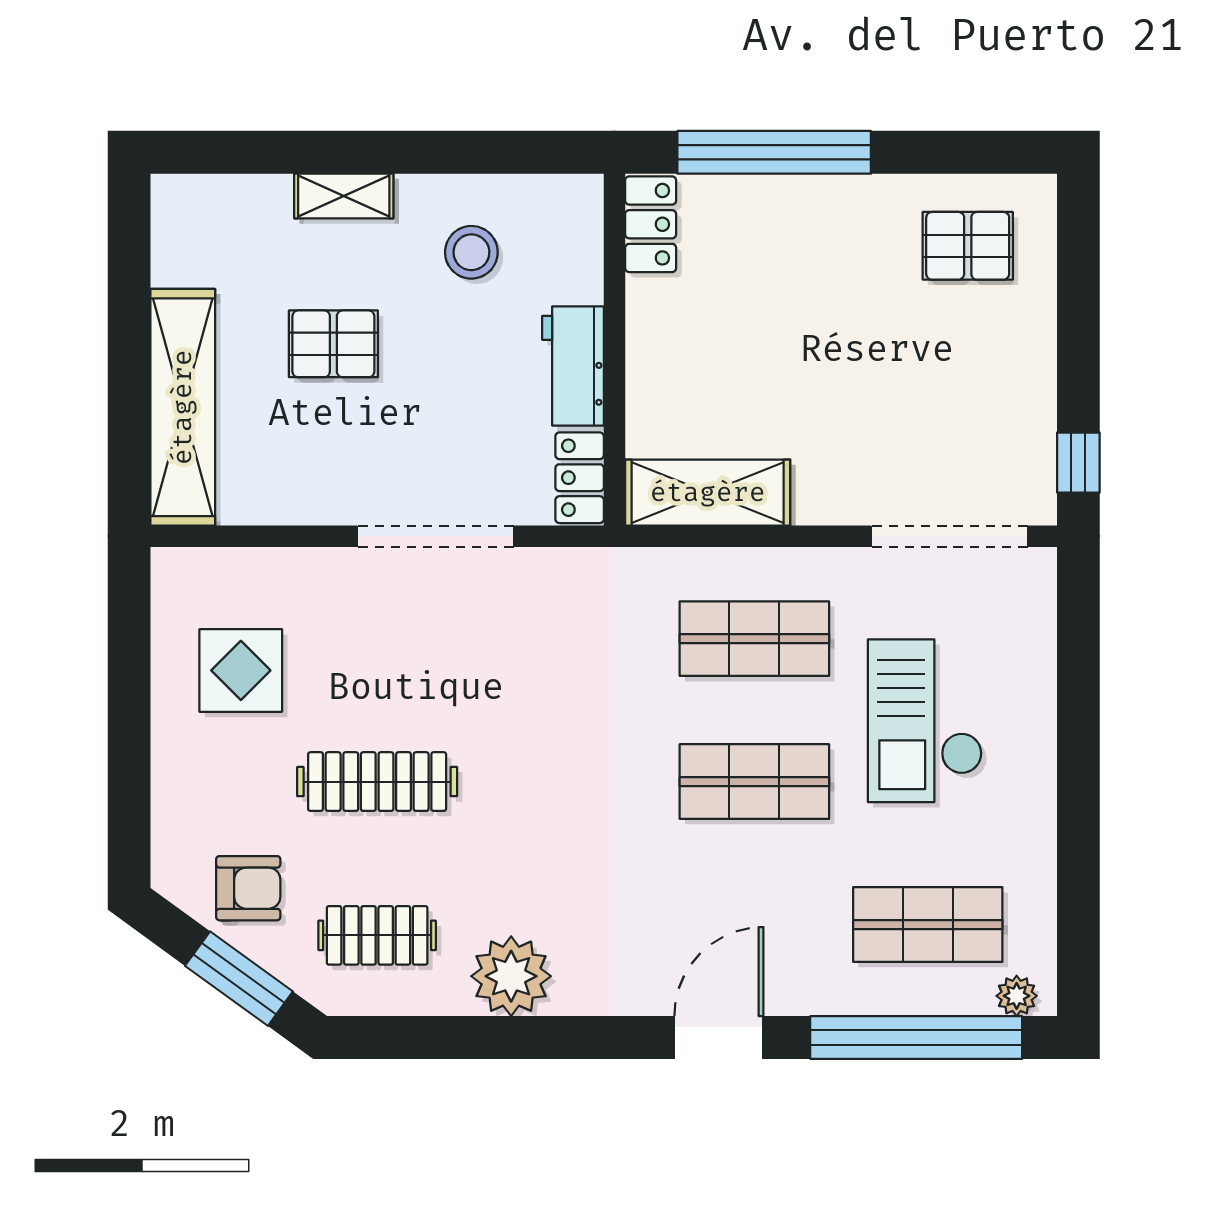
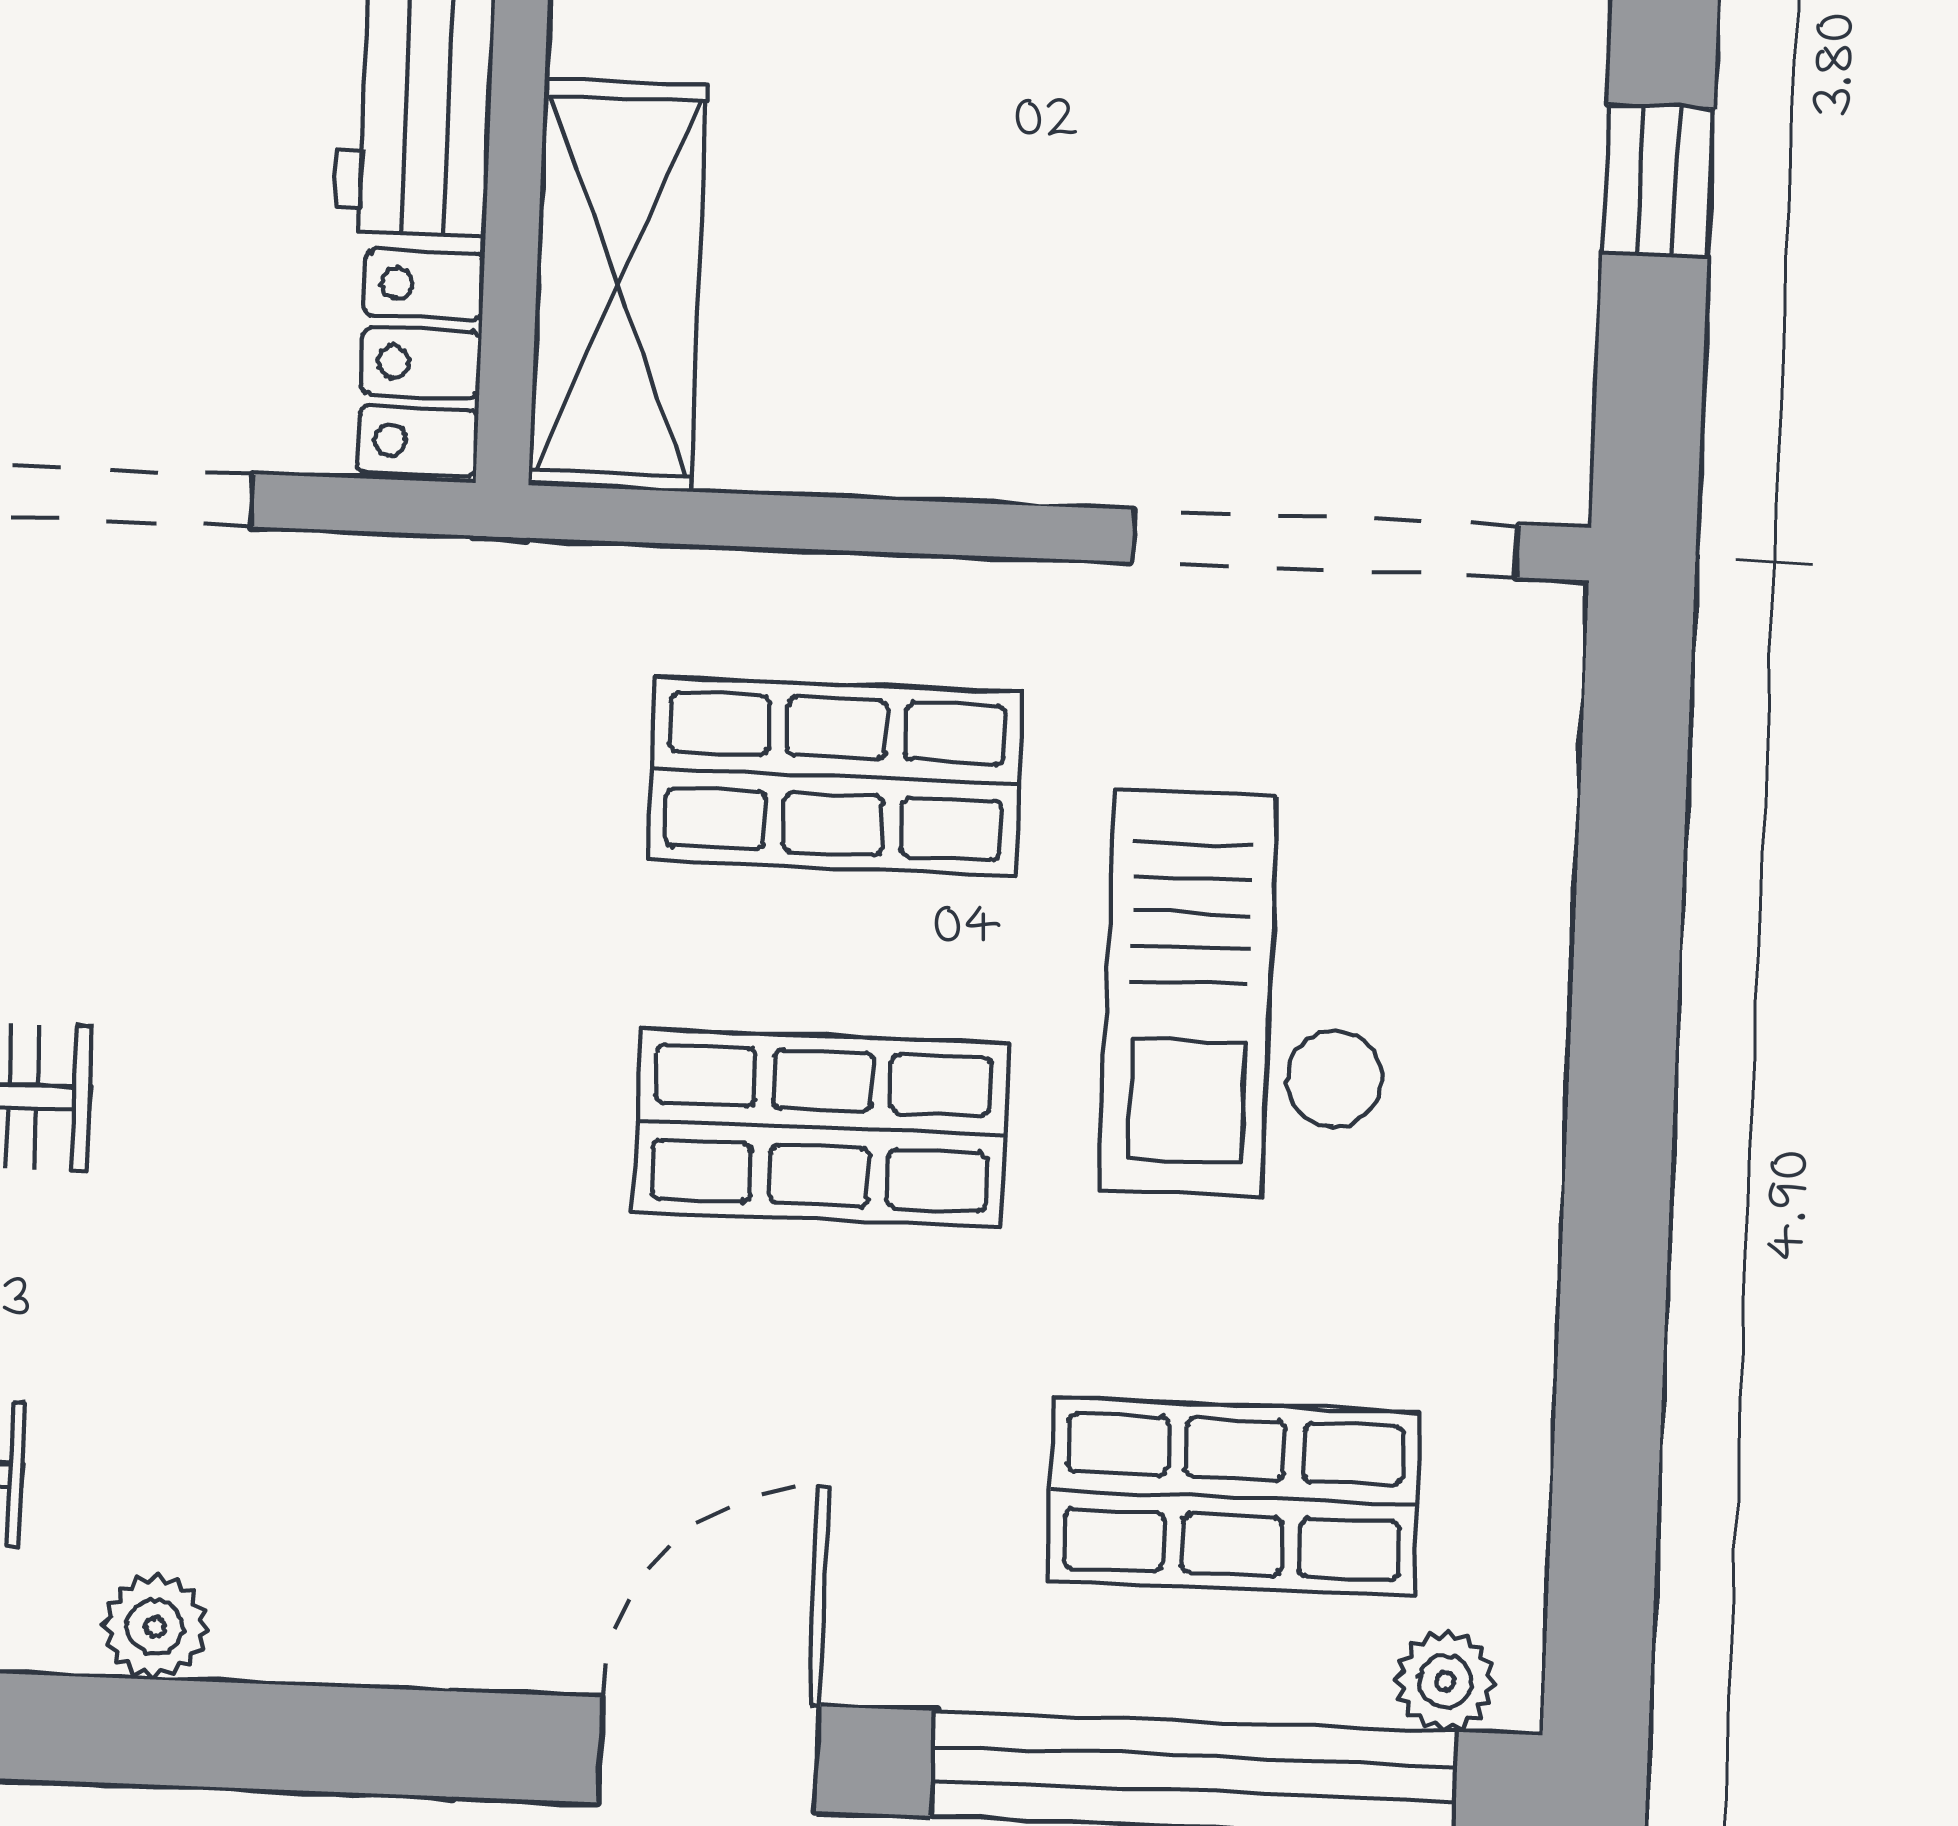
window: (1078, 463) -> (1658, 180), moved
shelving: (708, 493) -> (618, 285), moved, turned 90
plant: (511, 976) -> (155, 1627), width x0.53, depth x0.53

